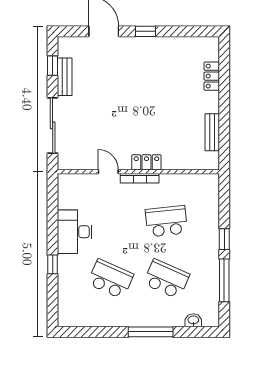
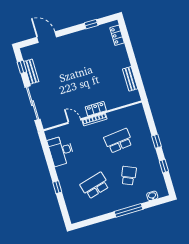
window: (145, 31) -> (91, 24), moved
locker: (212, 76) -> (117, 35), moved
desk: (75, 232) -> (61, 151), moved
school desk: (110, 279) -> (95, 186), turned -39
school desk: (166, 279) -> (129, 176), width x0.54
window: (224, 280) -> (164, 166), width x0.46

